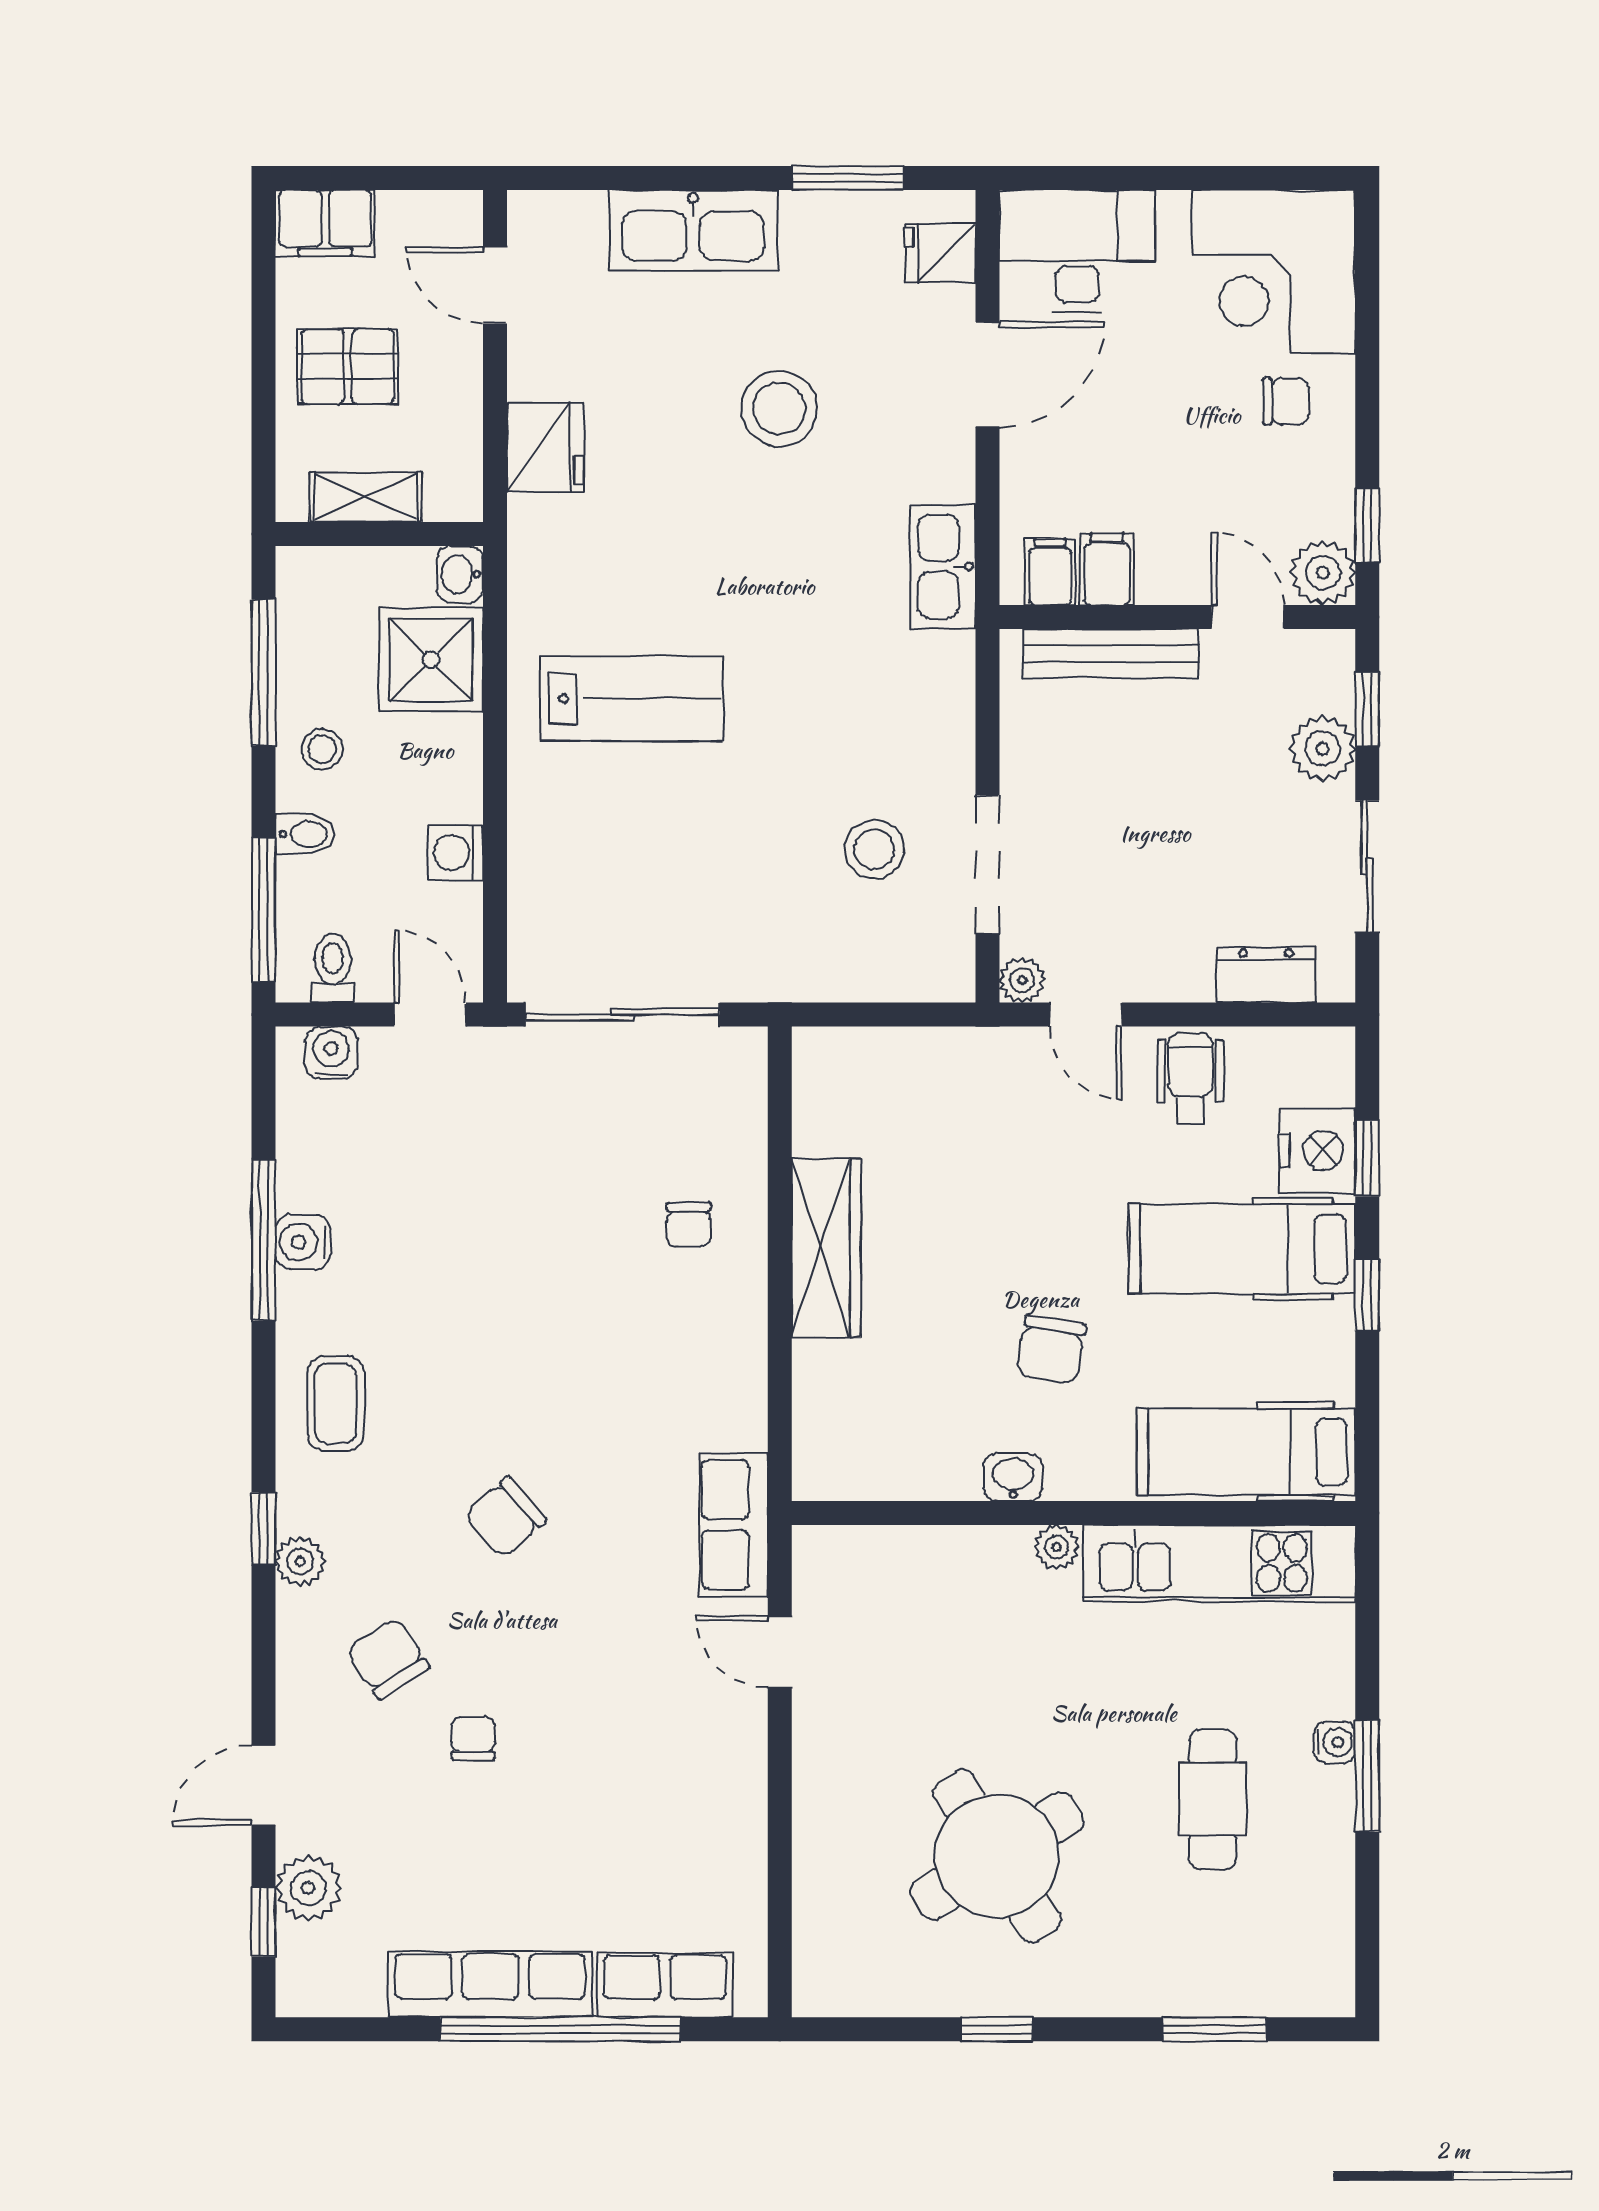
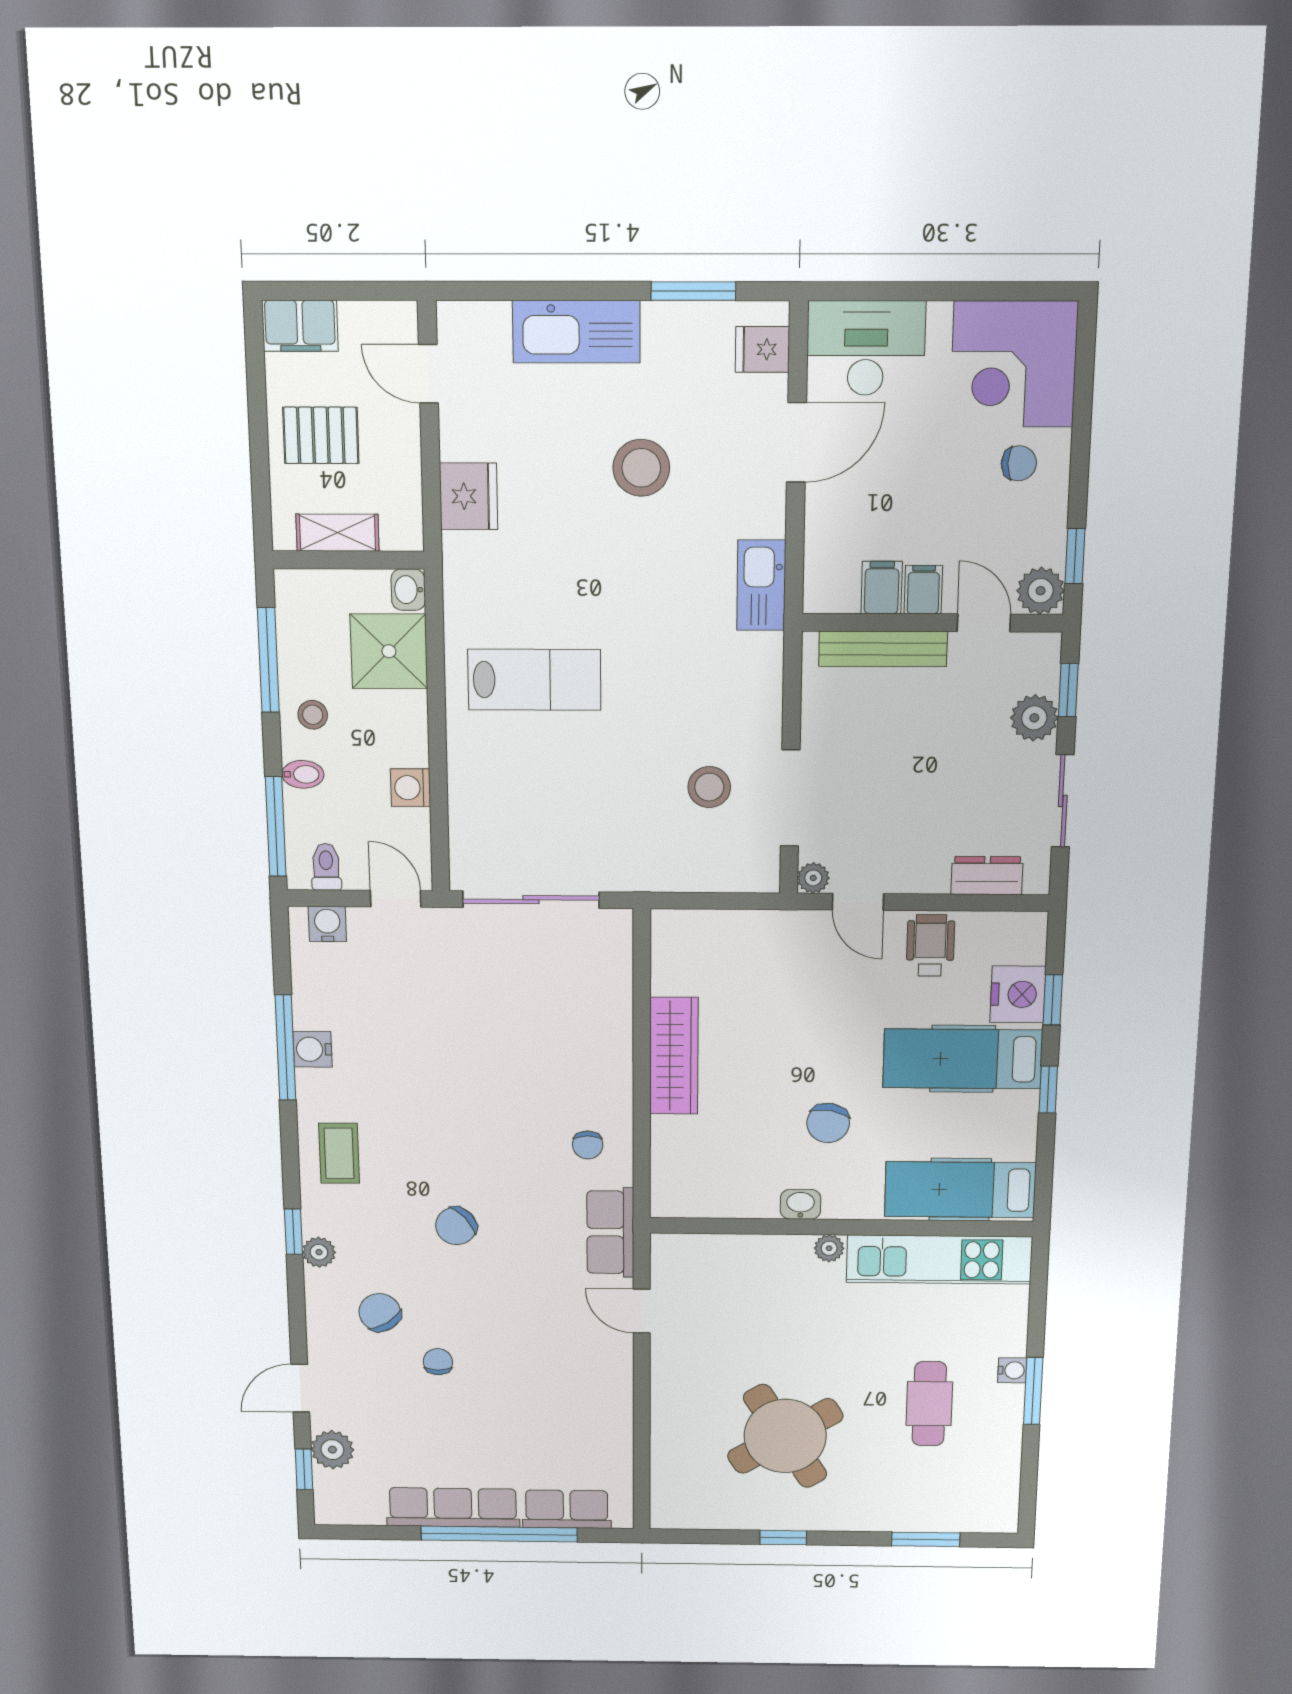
filing cabinet: (1050, 572) -> (923, 590), moved
chair: (689, 1225) -> (588, 1145), moved

